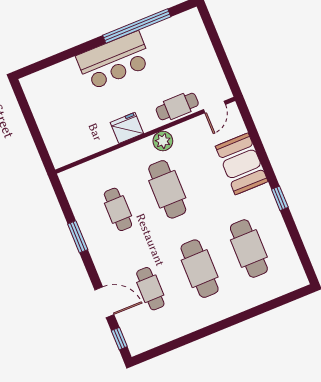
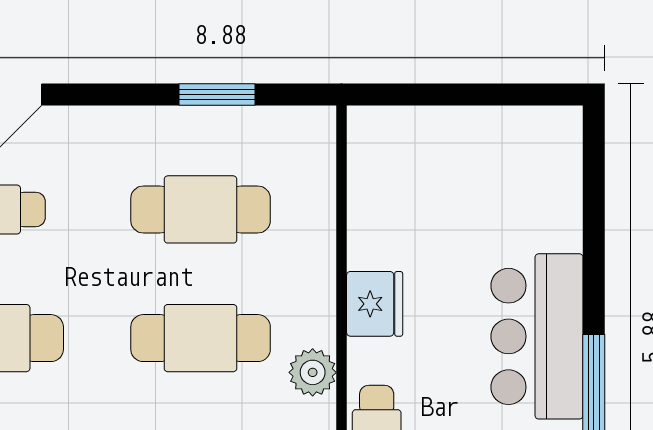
cafe table: (118, 209) -> (201, 209), width x1.37, depth x1.35
window: (78, 237) -> (217, 94), moved

